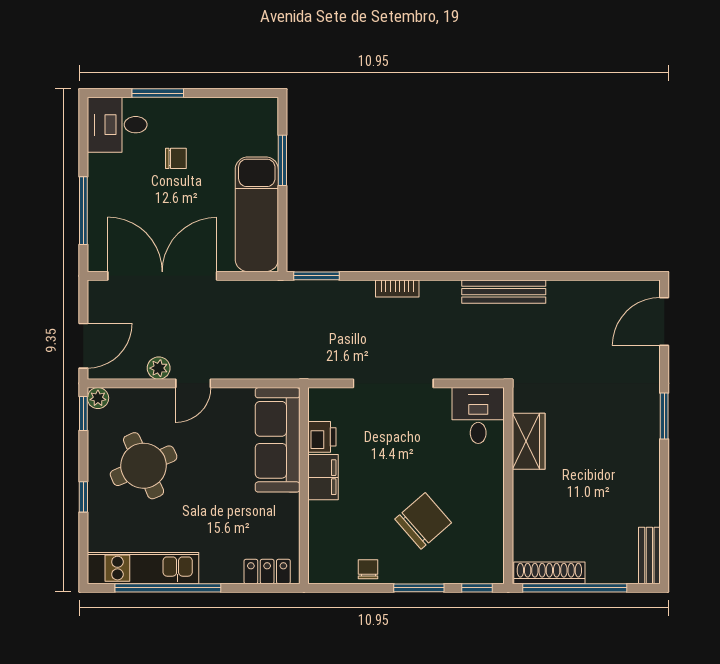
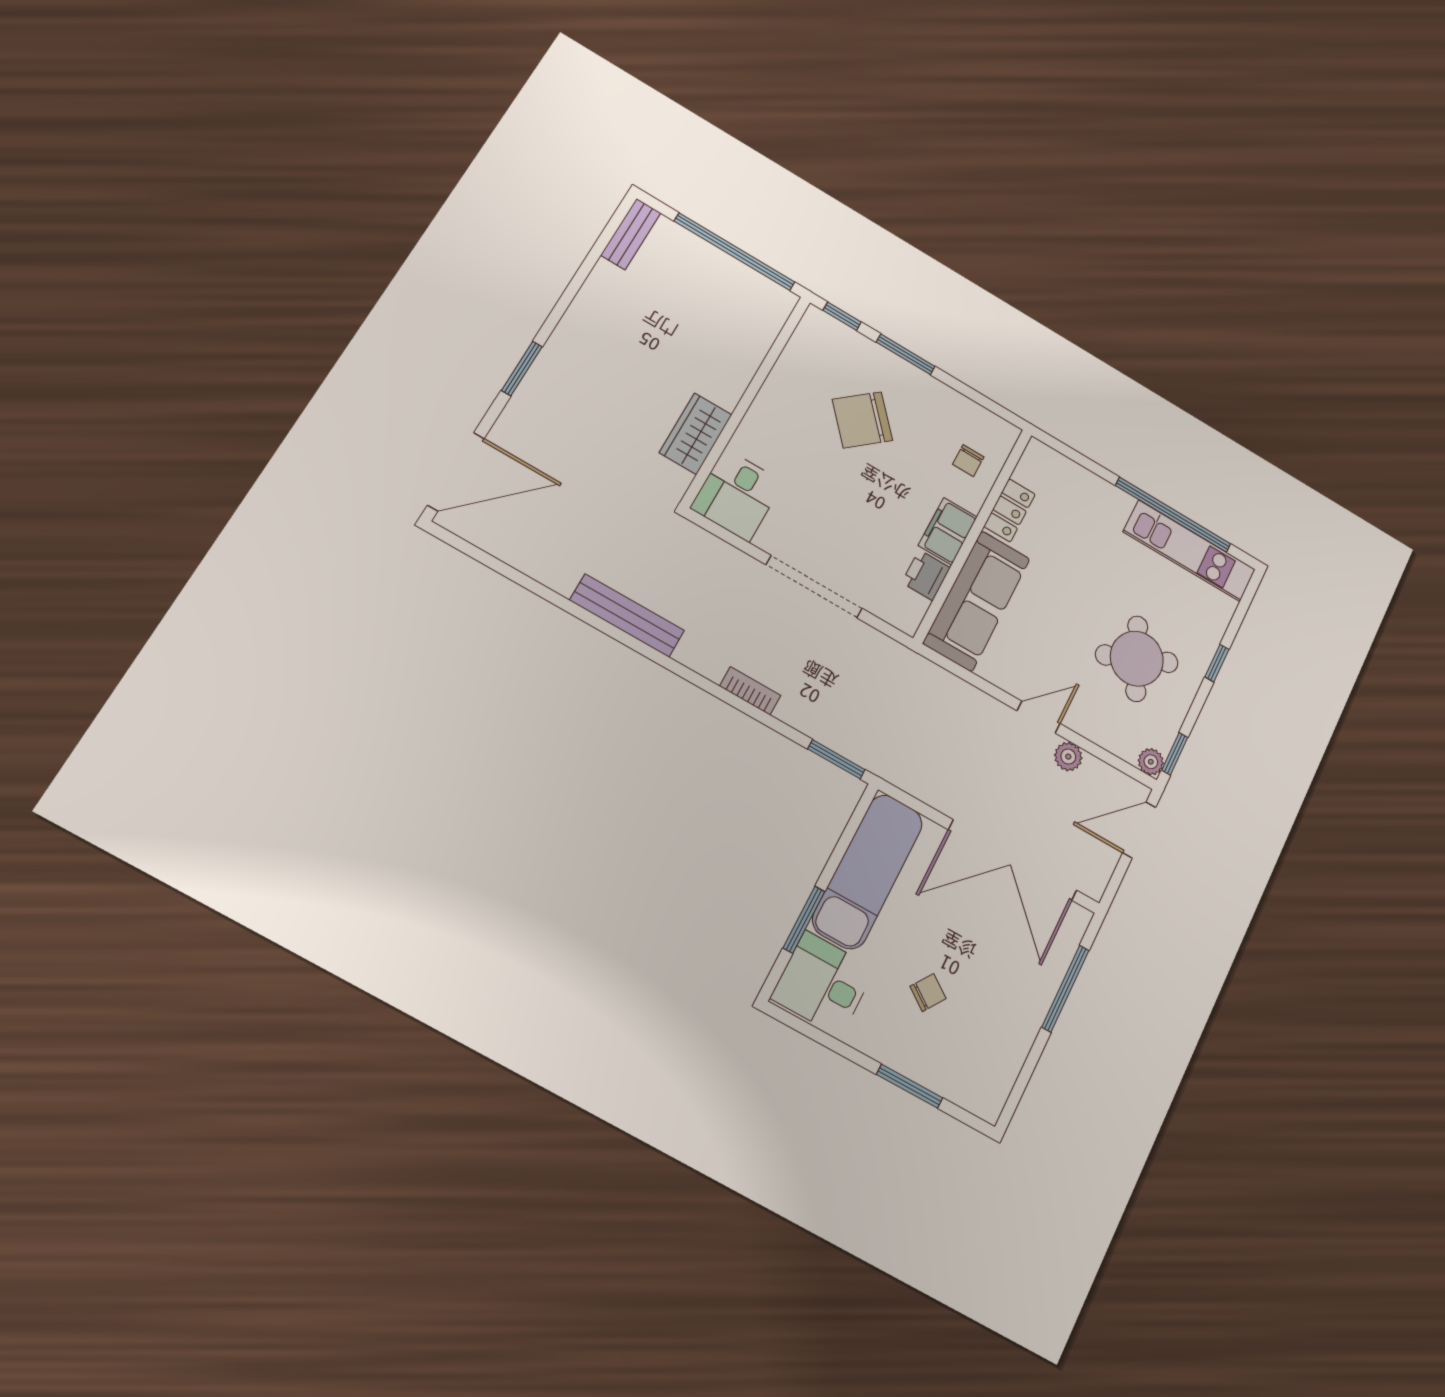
desk: (117, 125) -> (823, 984), moved, turned 180
chair: (176, 158) -> (928, 993), turned 125
door: (664, 321) -> (456, 472), width x1.36
chair: (368, 569) -> (968, 461), moved
locker: (267, 571) -> (1010, 510), moved, turned -90
shoe rack: (549, 573) -> (754, 283), removed

